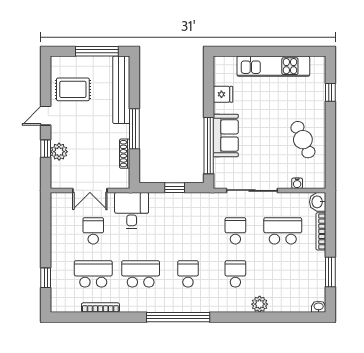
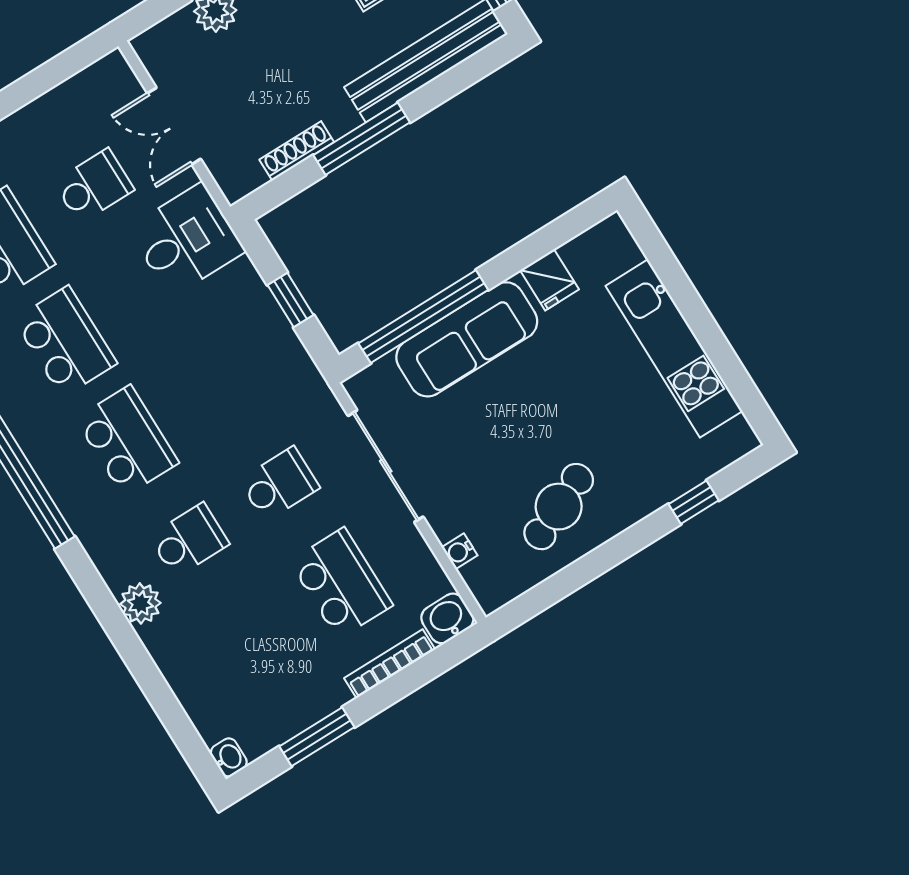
sofa: (226, 135) -> (467, 339), width x1.36
school desk: (188, 274) -> (127, 441), width x1.85
plant: (260, 304) -> (140, 603), moved

